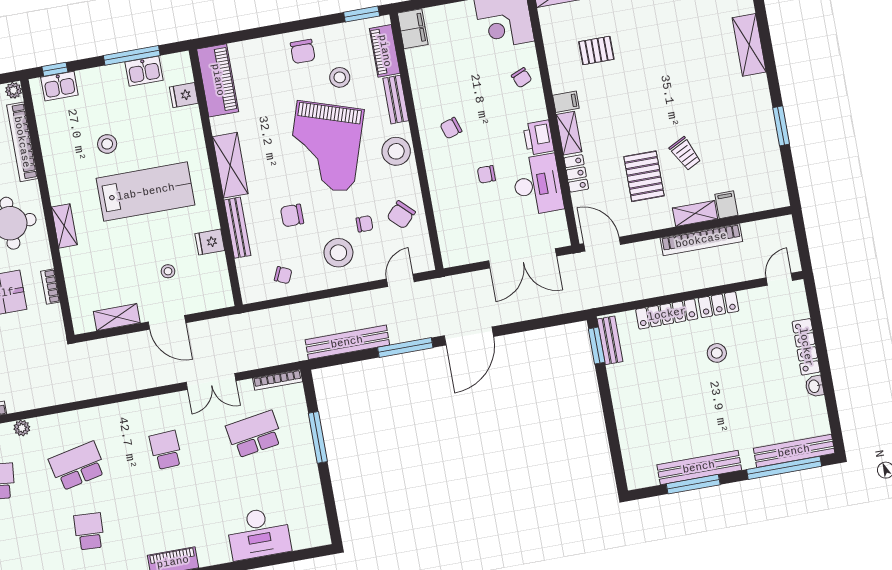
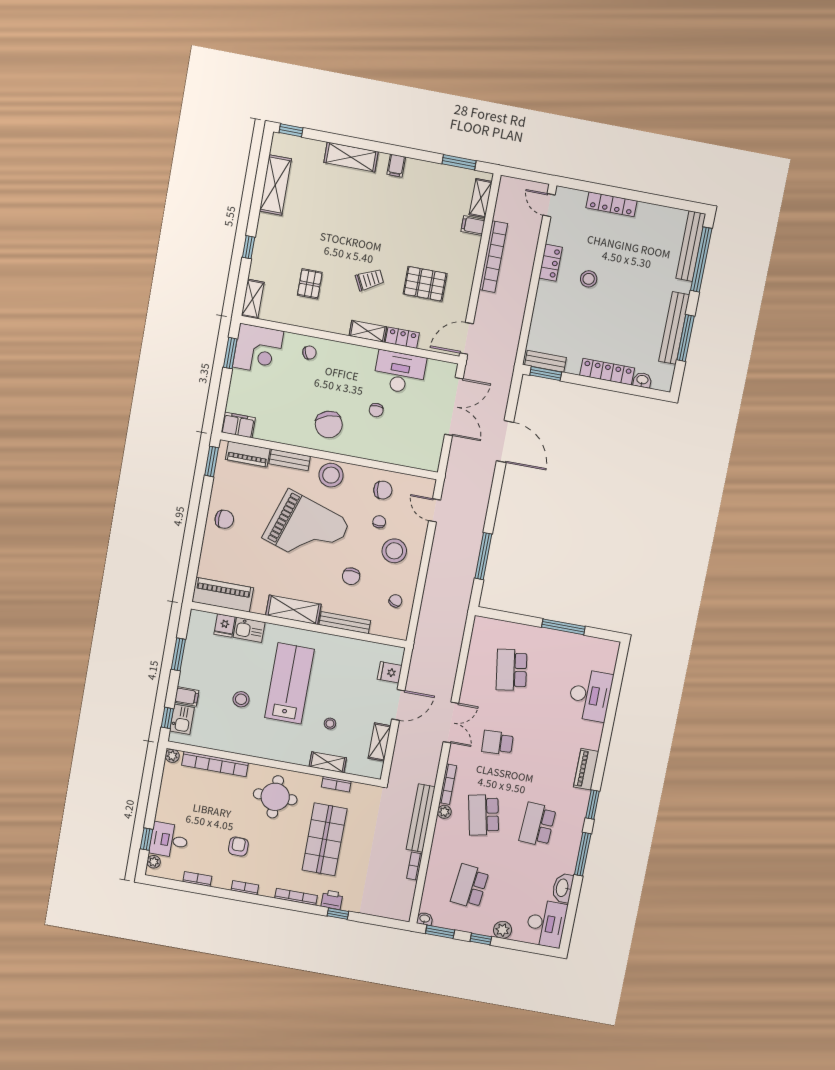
window: (132, 55) -> (178, 654), width x0.69
kitchen sink: (144, 71) -> (249, 630), moved, turned 90
stool: (340, 77) -> (256, 498), removed
filing cabinet: (88, 82) -> (187, 696), added
filing cabinet: (566, 102) -> (396, 166), moved, turned 180
window: (781, 126) -> (459, 162), moved
chair: (451, 128) -> (329, 424), width x1.87, depth x1.87
printer: (539, 138) -> (362, 357), removed
trolley: (685, 154) -> (370, 280), moved
shelving: (695, 213) -> (481, 198), moved
chair: (401, 215) -> (383, 490), turned -53
shelving: (64, 226) -> (328, 762), moved
fridge: (210, 242) -> (390, 672), moved, turned 90
stool: (168, 271) -> (330, 724), moved
locker: (667, 314) -> (607, 372), moved, turned -90
door: (469, 336) -> (505, 442), moved
bench: (347, 342) -> (421, 818), moved
window: (405, 348) -> (483, 556), moved
bookcase: (278, 380) -> (448, 784), moved
double door: (211, 381) -> (451, 722), moved
washbasin: (814, 386) -> (642, 380), moved, turned 180
plant: (22, 428) -> (444, 812), moved
window: (318, 437) -> (563, 627), moved
school desk: (89, 531) -> (538, 825), width x1.85

